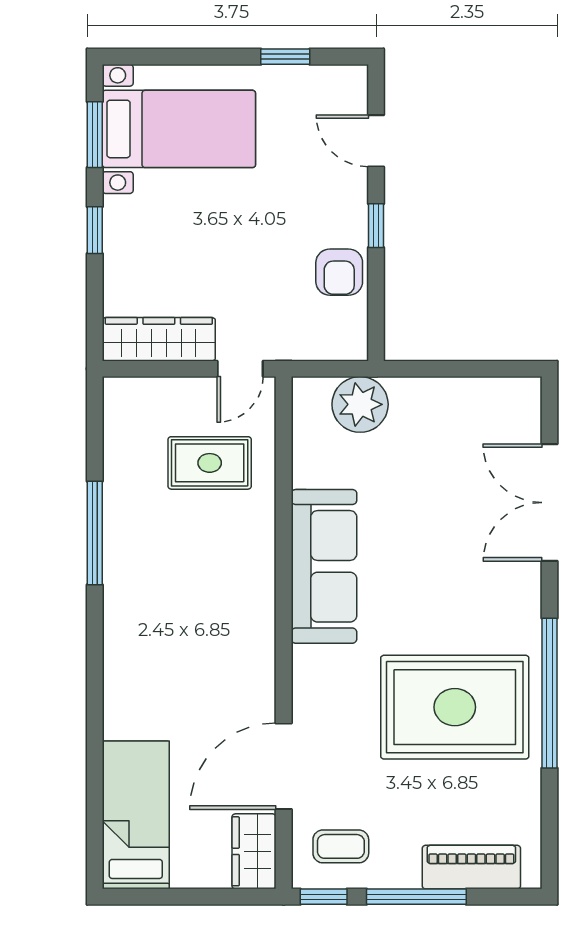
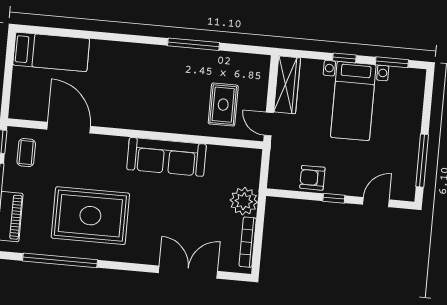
window: (285, 57) -> (422, 161), width x2.17
bed with nightstands: (179, 129) -> (353, 101), moved
bookcase: (479, 389) -> (248, 242), added
plant: (360, 404) -> (244, 201), moved
window: (549, 693) -> (60, 260), moved
rug: (455, 707) -> (90, 216), turned 90
wardrobe: (254, 851) -> (28, 109), removed

